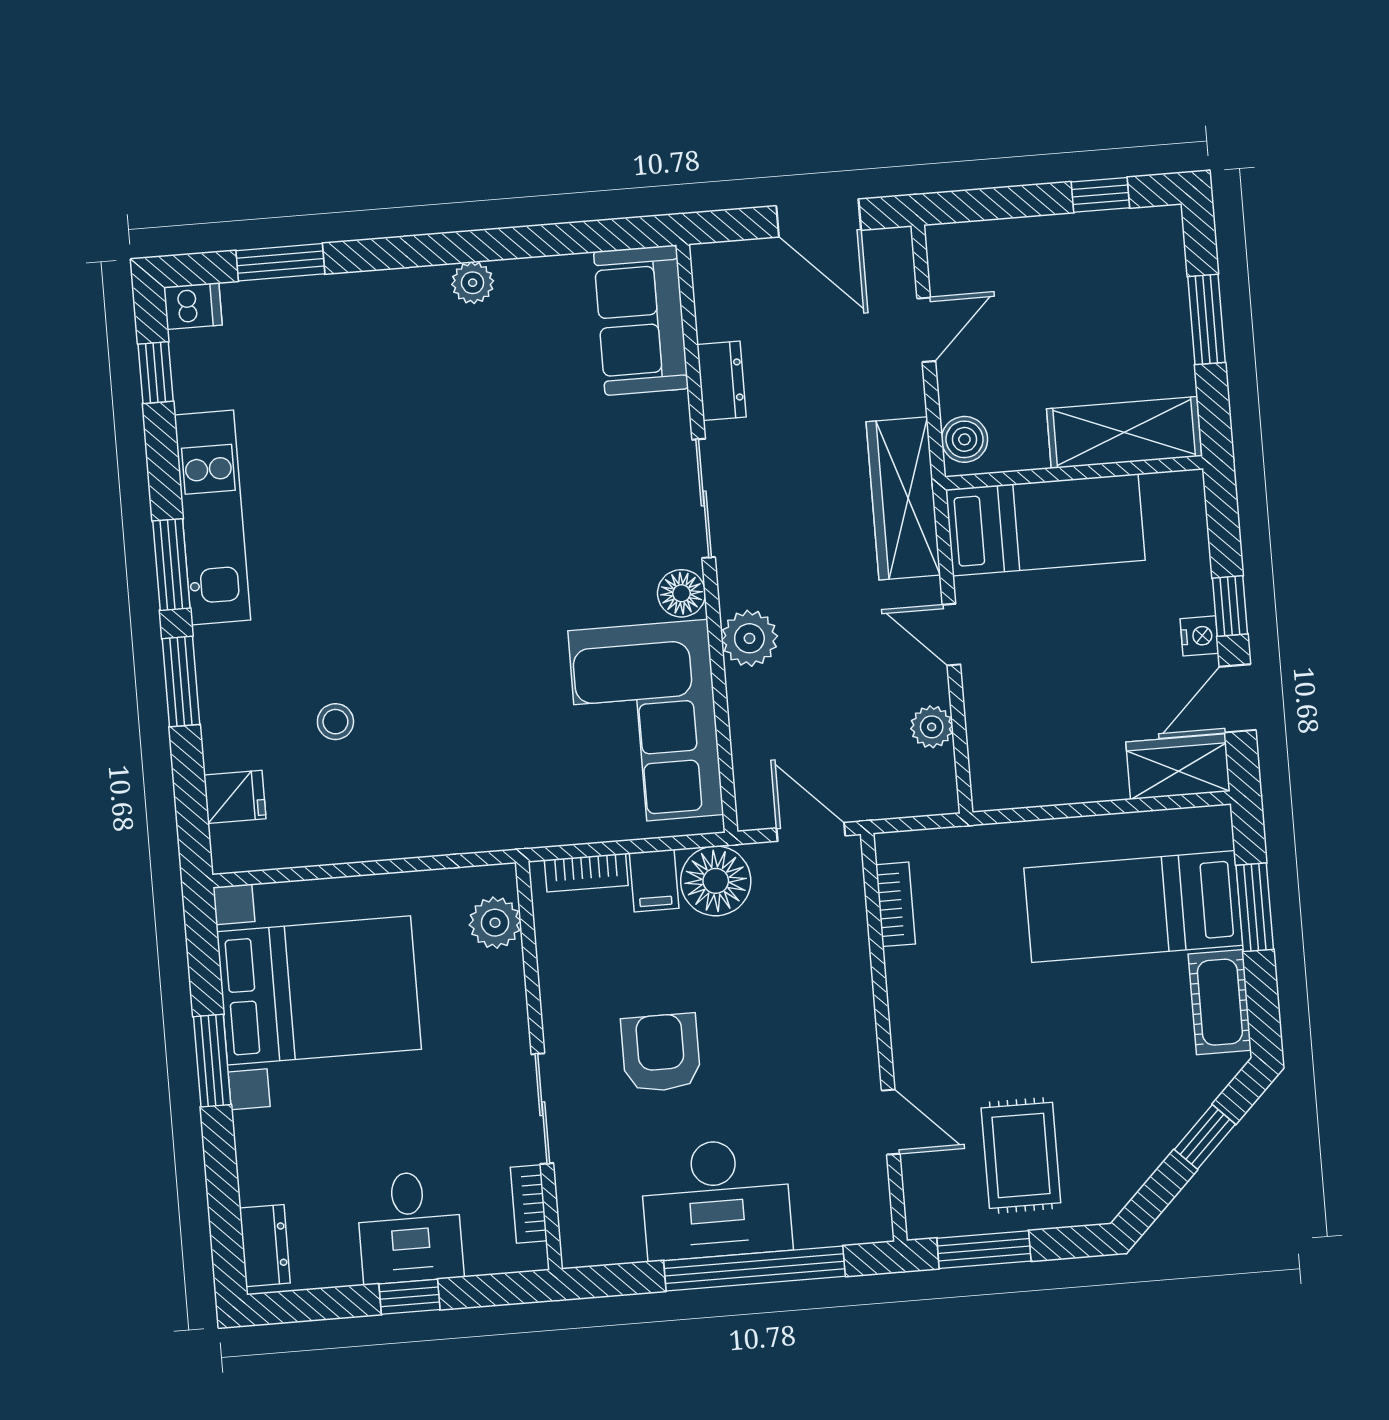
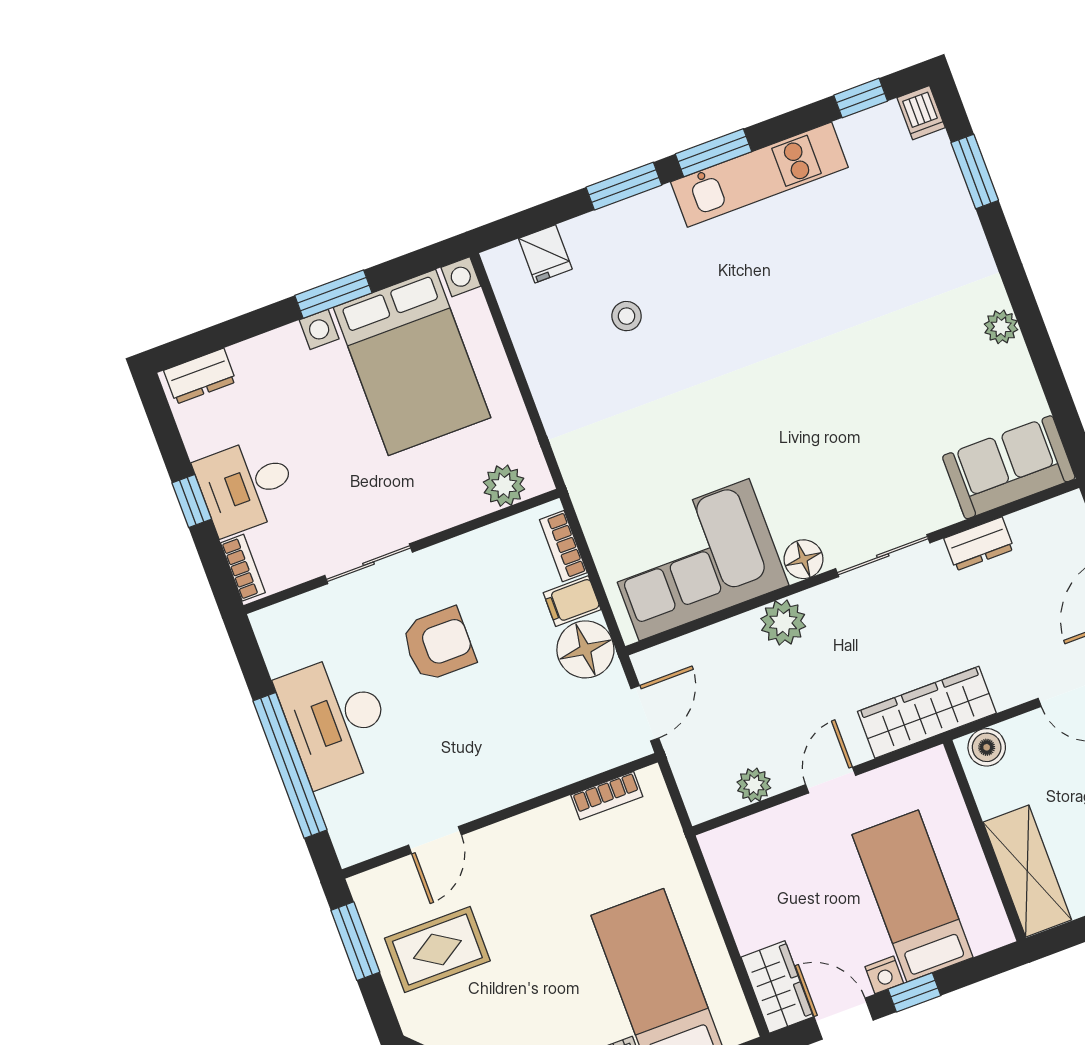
bed: (1045, 525) -> (913, 896), moved, turned 180
bookcase: (529, 1204) -> (243, 568), moved, turned 90

